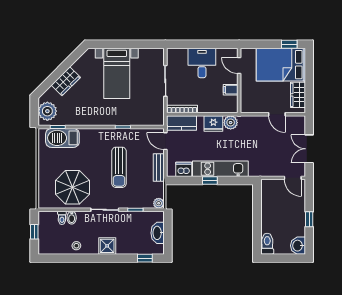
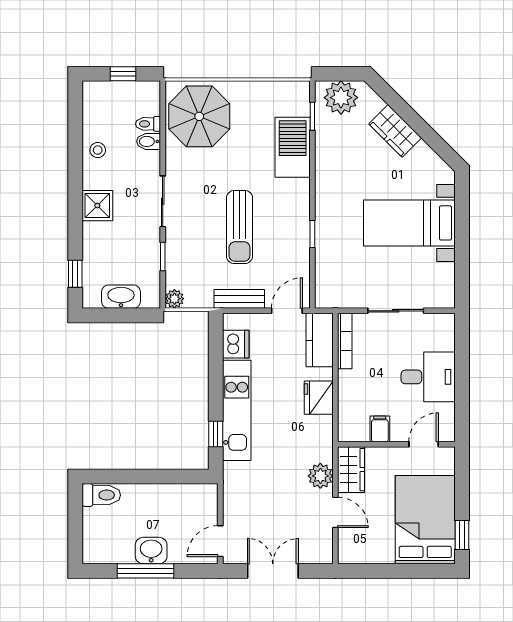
wardrobe: (298, 95) -> (351, 470), moved, turned 90
door: (277, 114) -> (335, 512), swing flipped
plant: (231, 123) -> (320, 476), moved
barbecue: (62, 138) -> (293, 147), moved
sun lounger: (119, 167) -> (239, 227), turned -90
window: (210, 180) -> (216, 434), moved
parasol: (72, 187) -> (199, 116), moved
window: (309, 219) -> (146, 571), width x2.17
washbasin: (298, 246) -> (151, 551), moved

